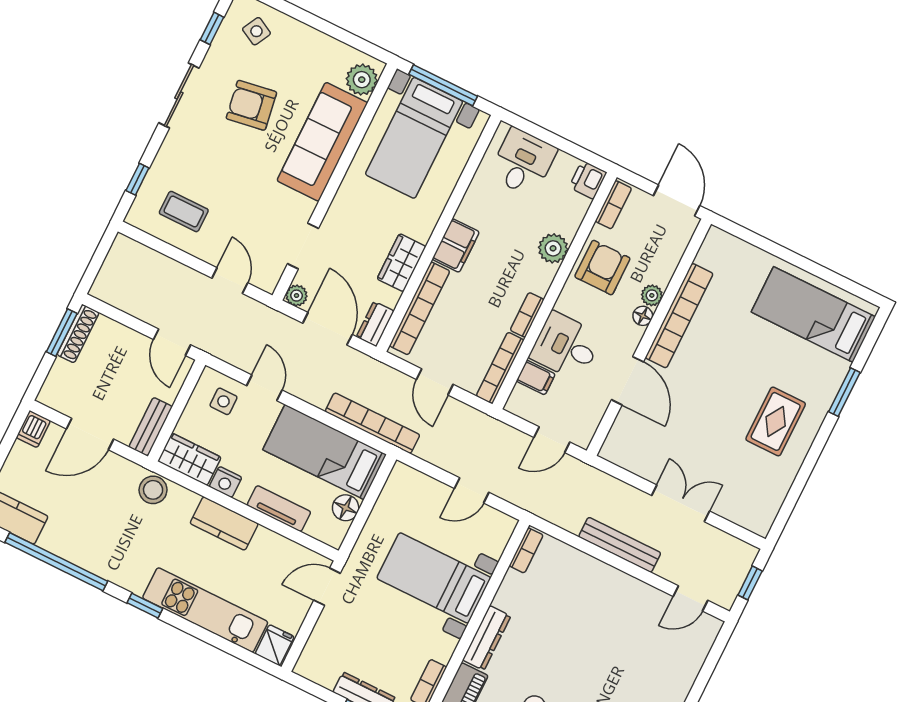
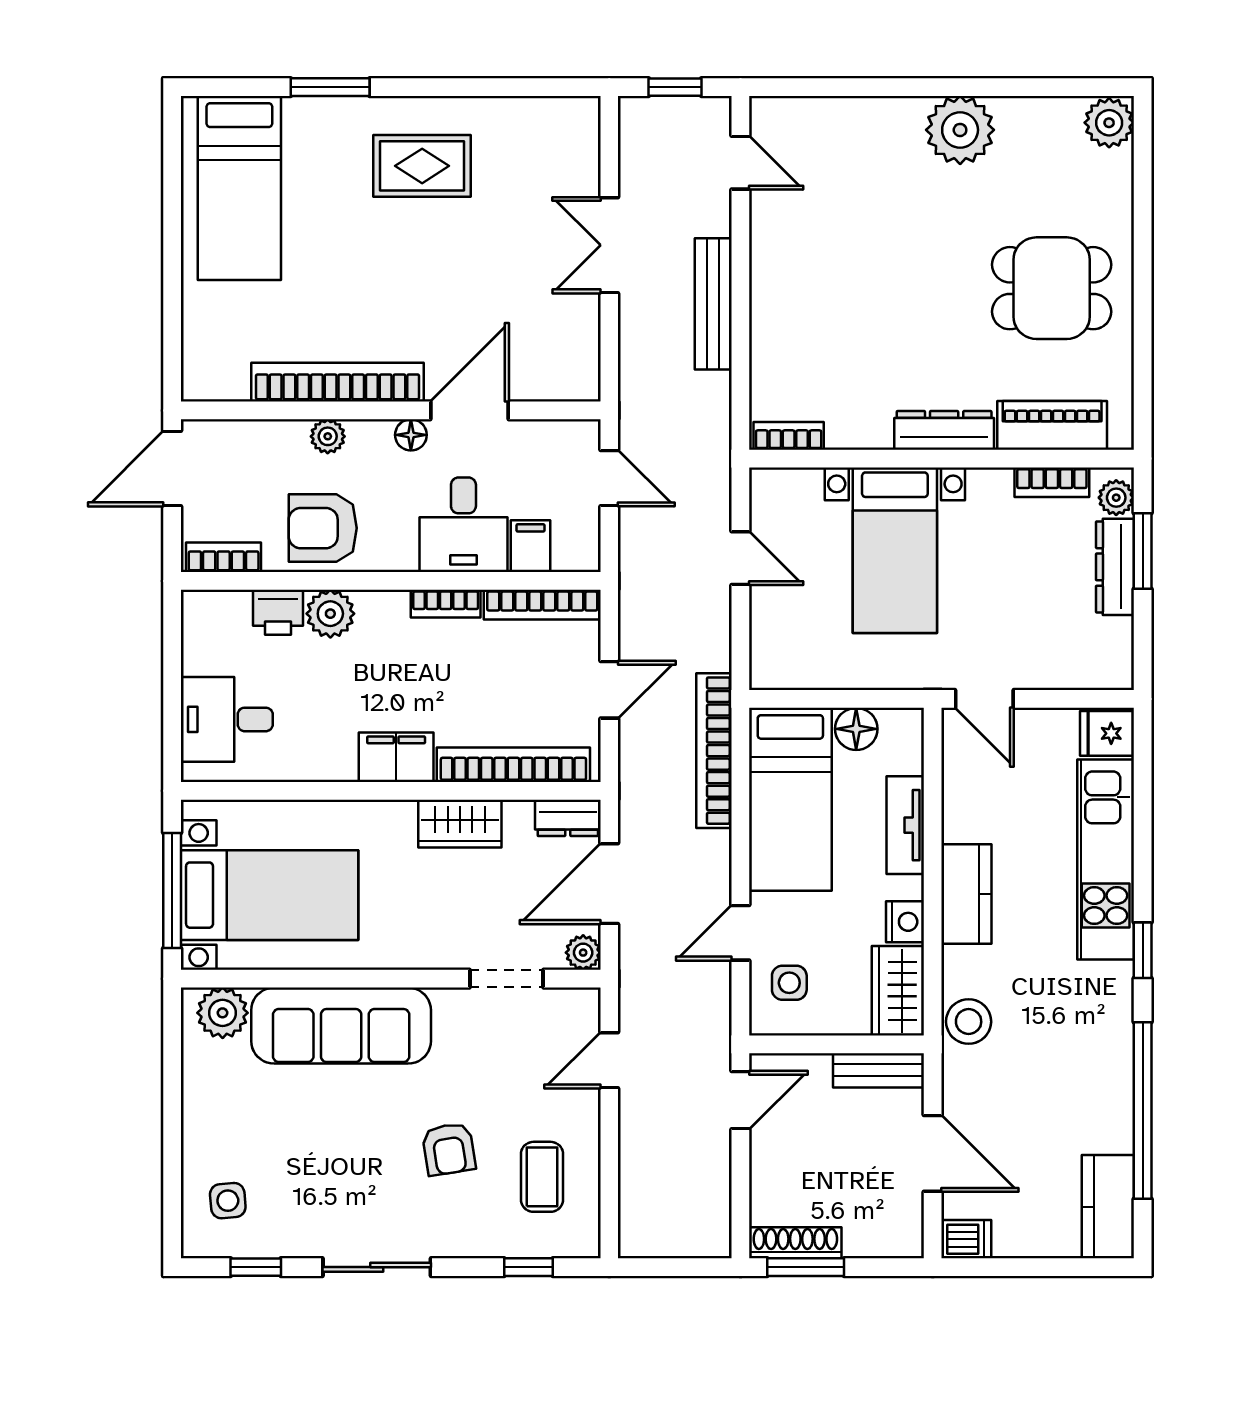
side table: (256, 31) -> (228, 1201), turned -33
armchair: (251, 105) -> (449, 1149), moved, width x0.72, depth x0.72
printer: (588, 180) -> (278, 612), moved
floor lamp: (643, 316) -> (411, 435), moved

